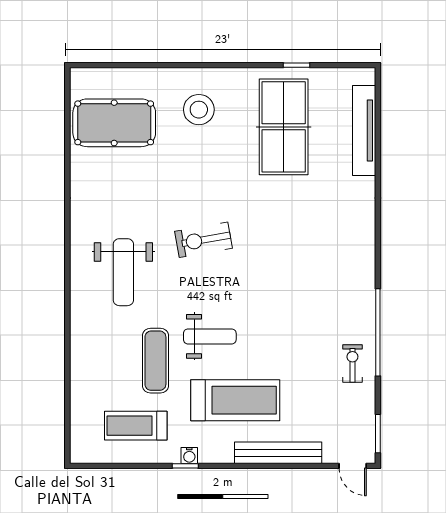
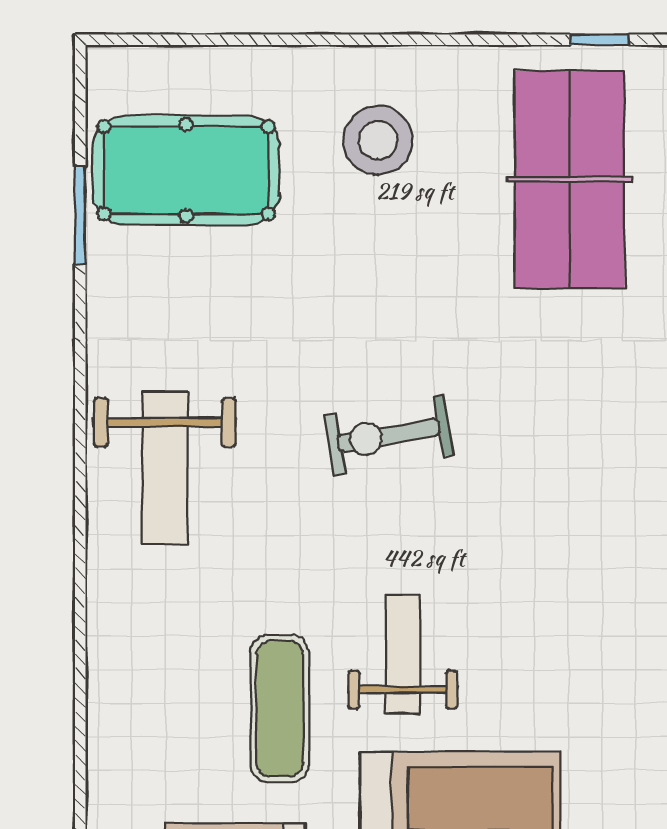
window: (67, 143) -> (80, 215), added
weight bench: (123, 272) -> (165, 468), moved
weight bench: (210, 336) -> (403, 654), turned -90

